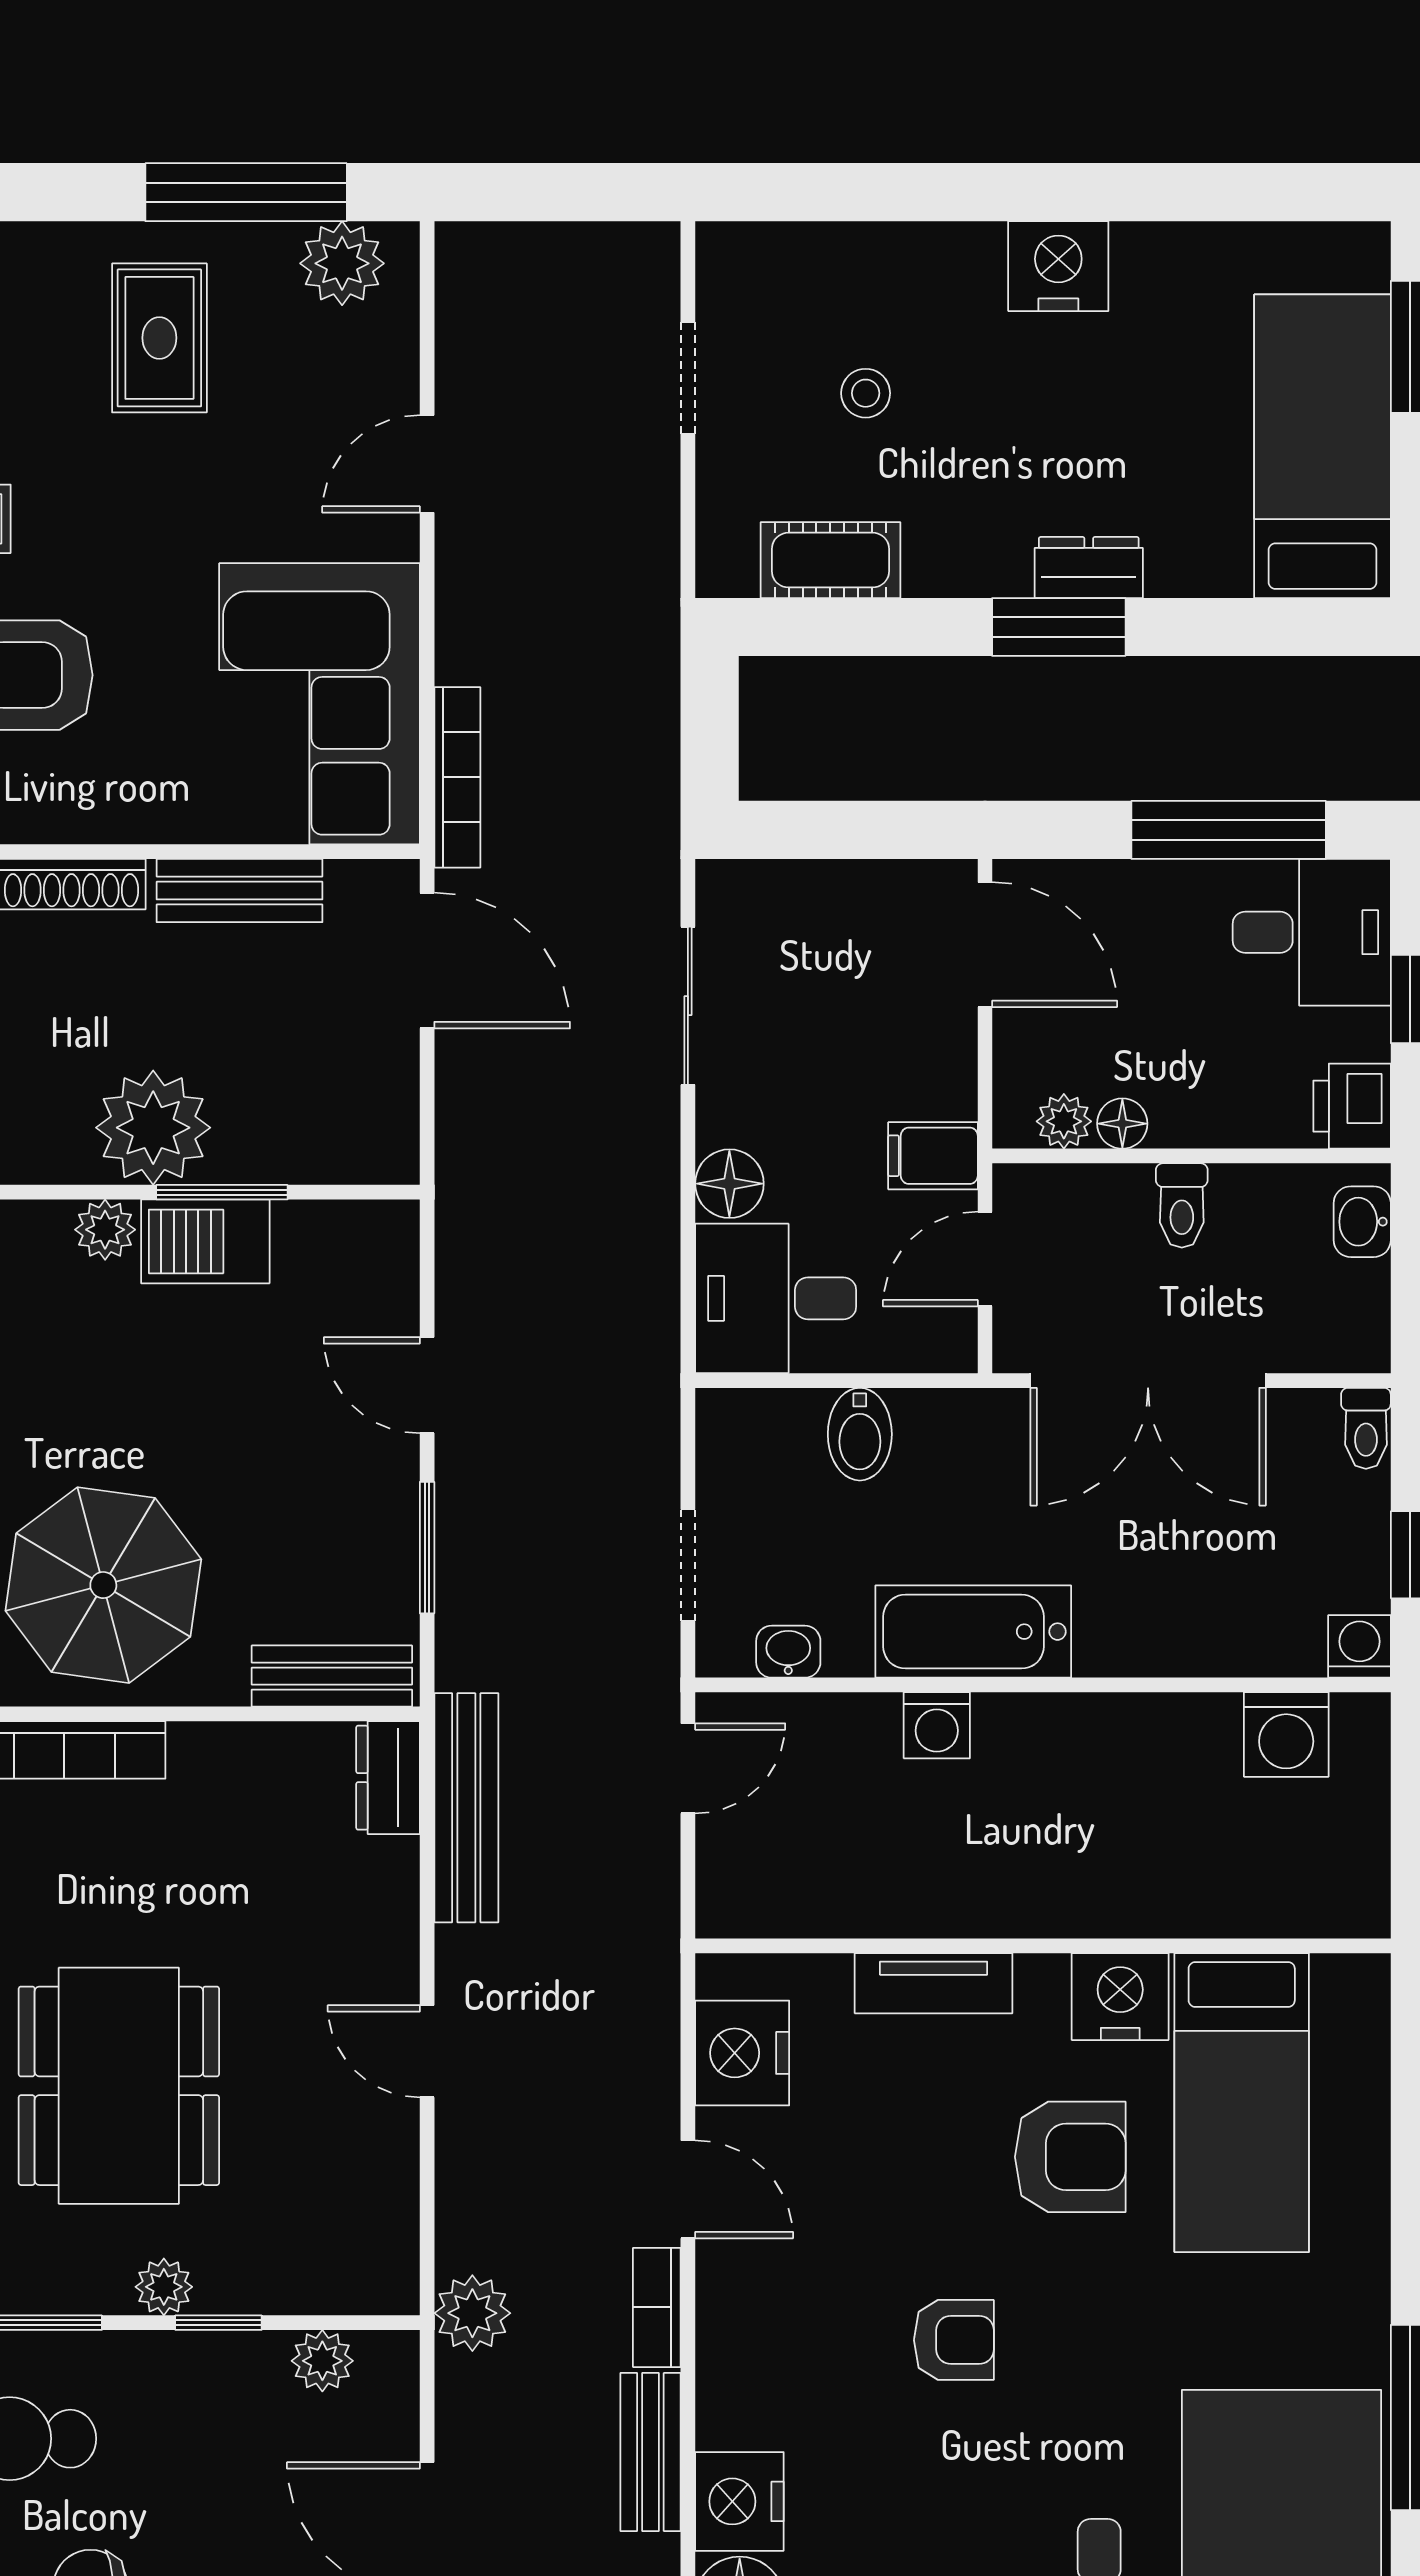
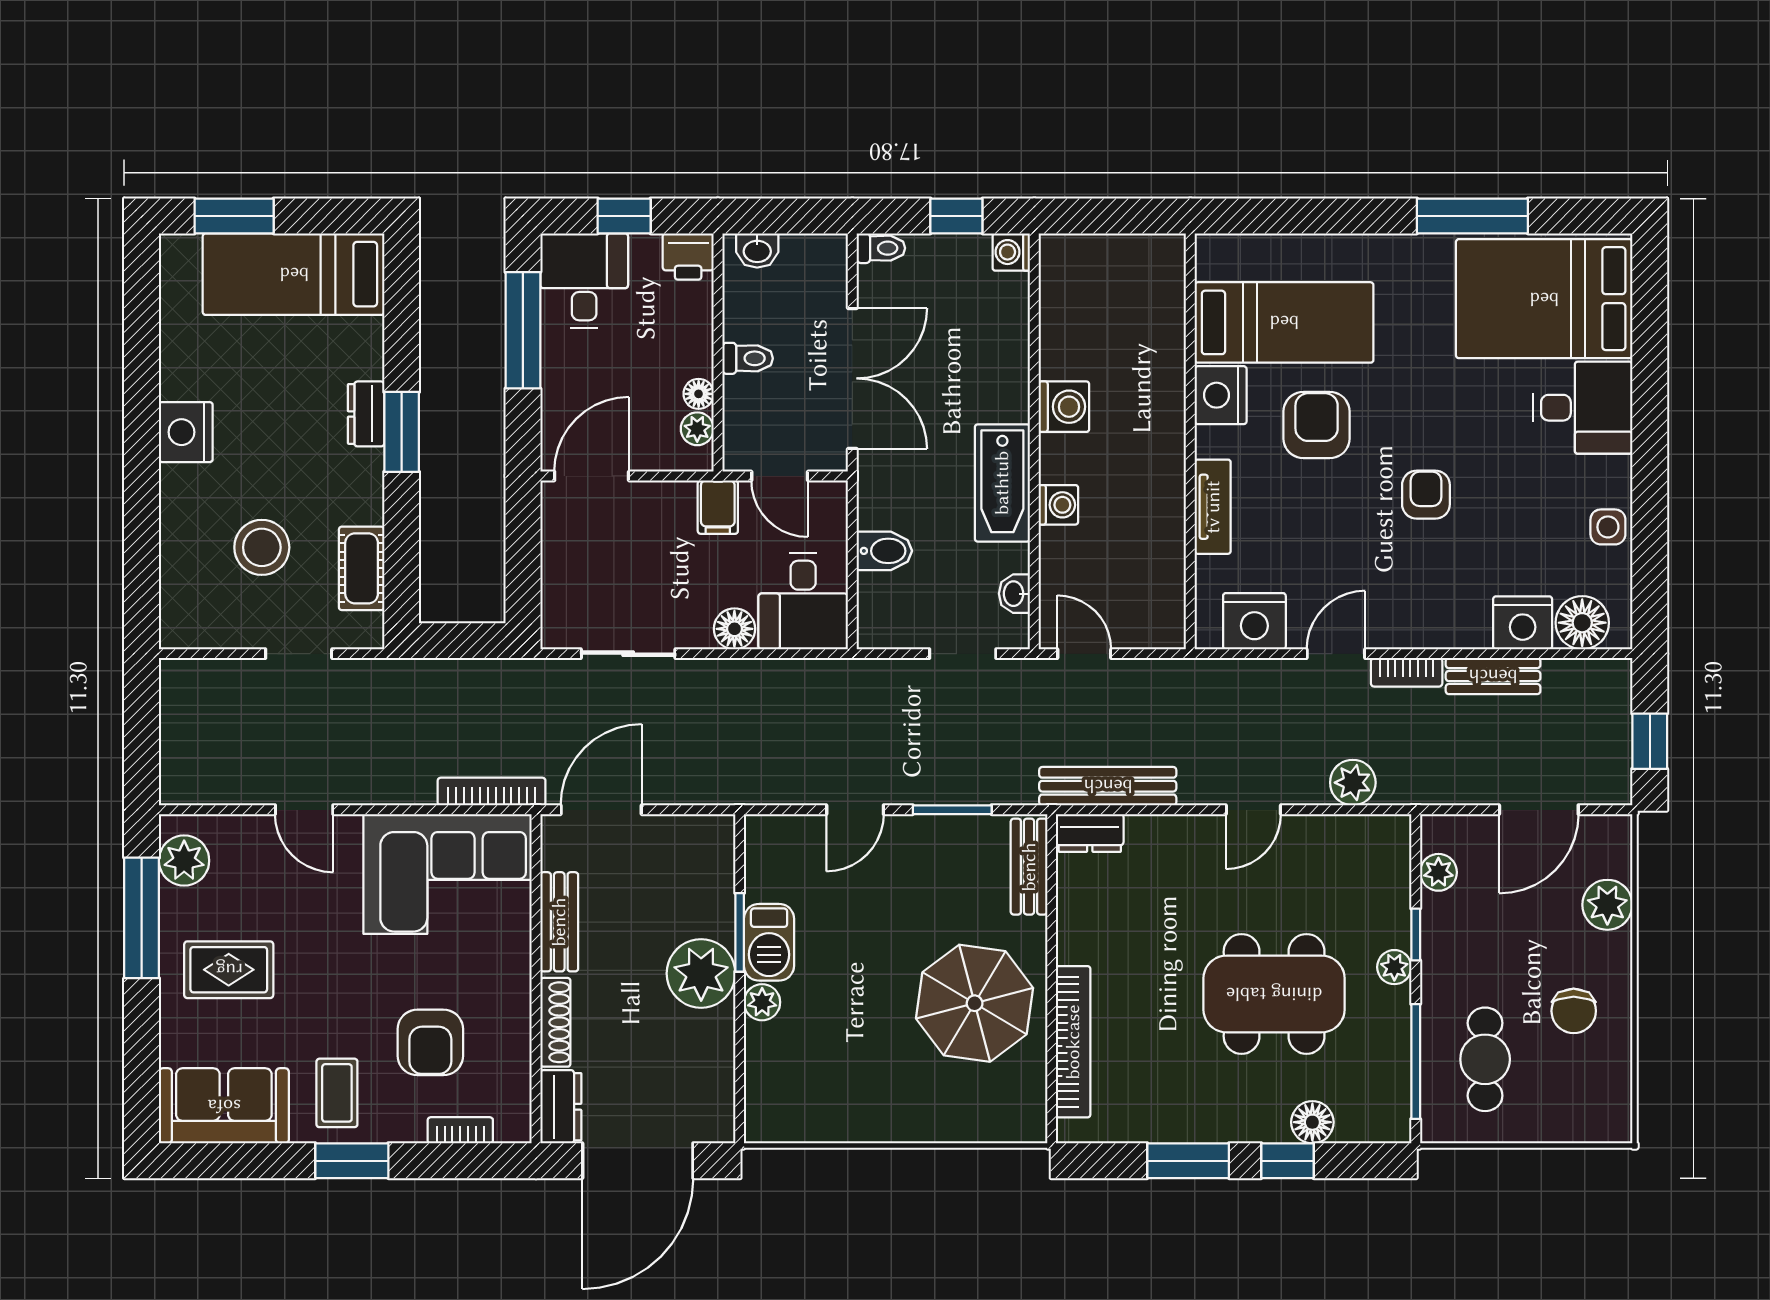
doorway: (688, 378) -> (299, 654), moved
stool: (866, 393) -> (262, 547), width x1.89, depth x1.89
washing machine: (1286, 1735) -> (1064, 407), moved
plant: (472, 2313) -> (1353, 783), moved

